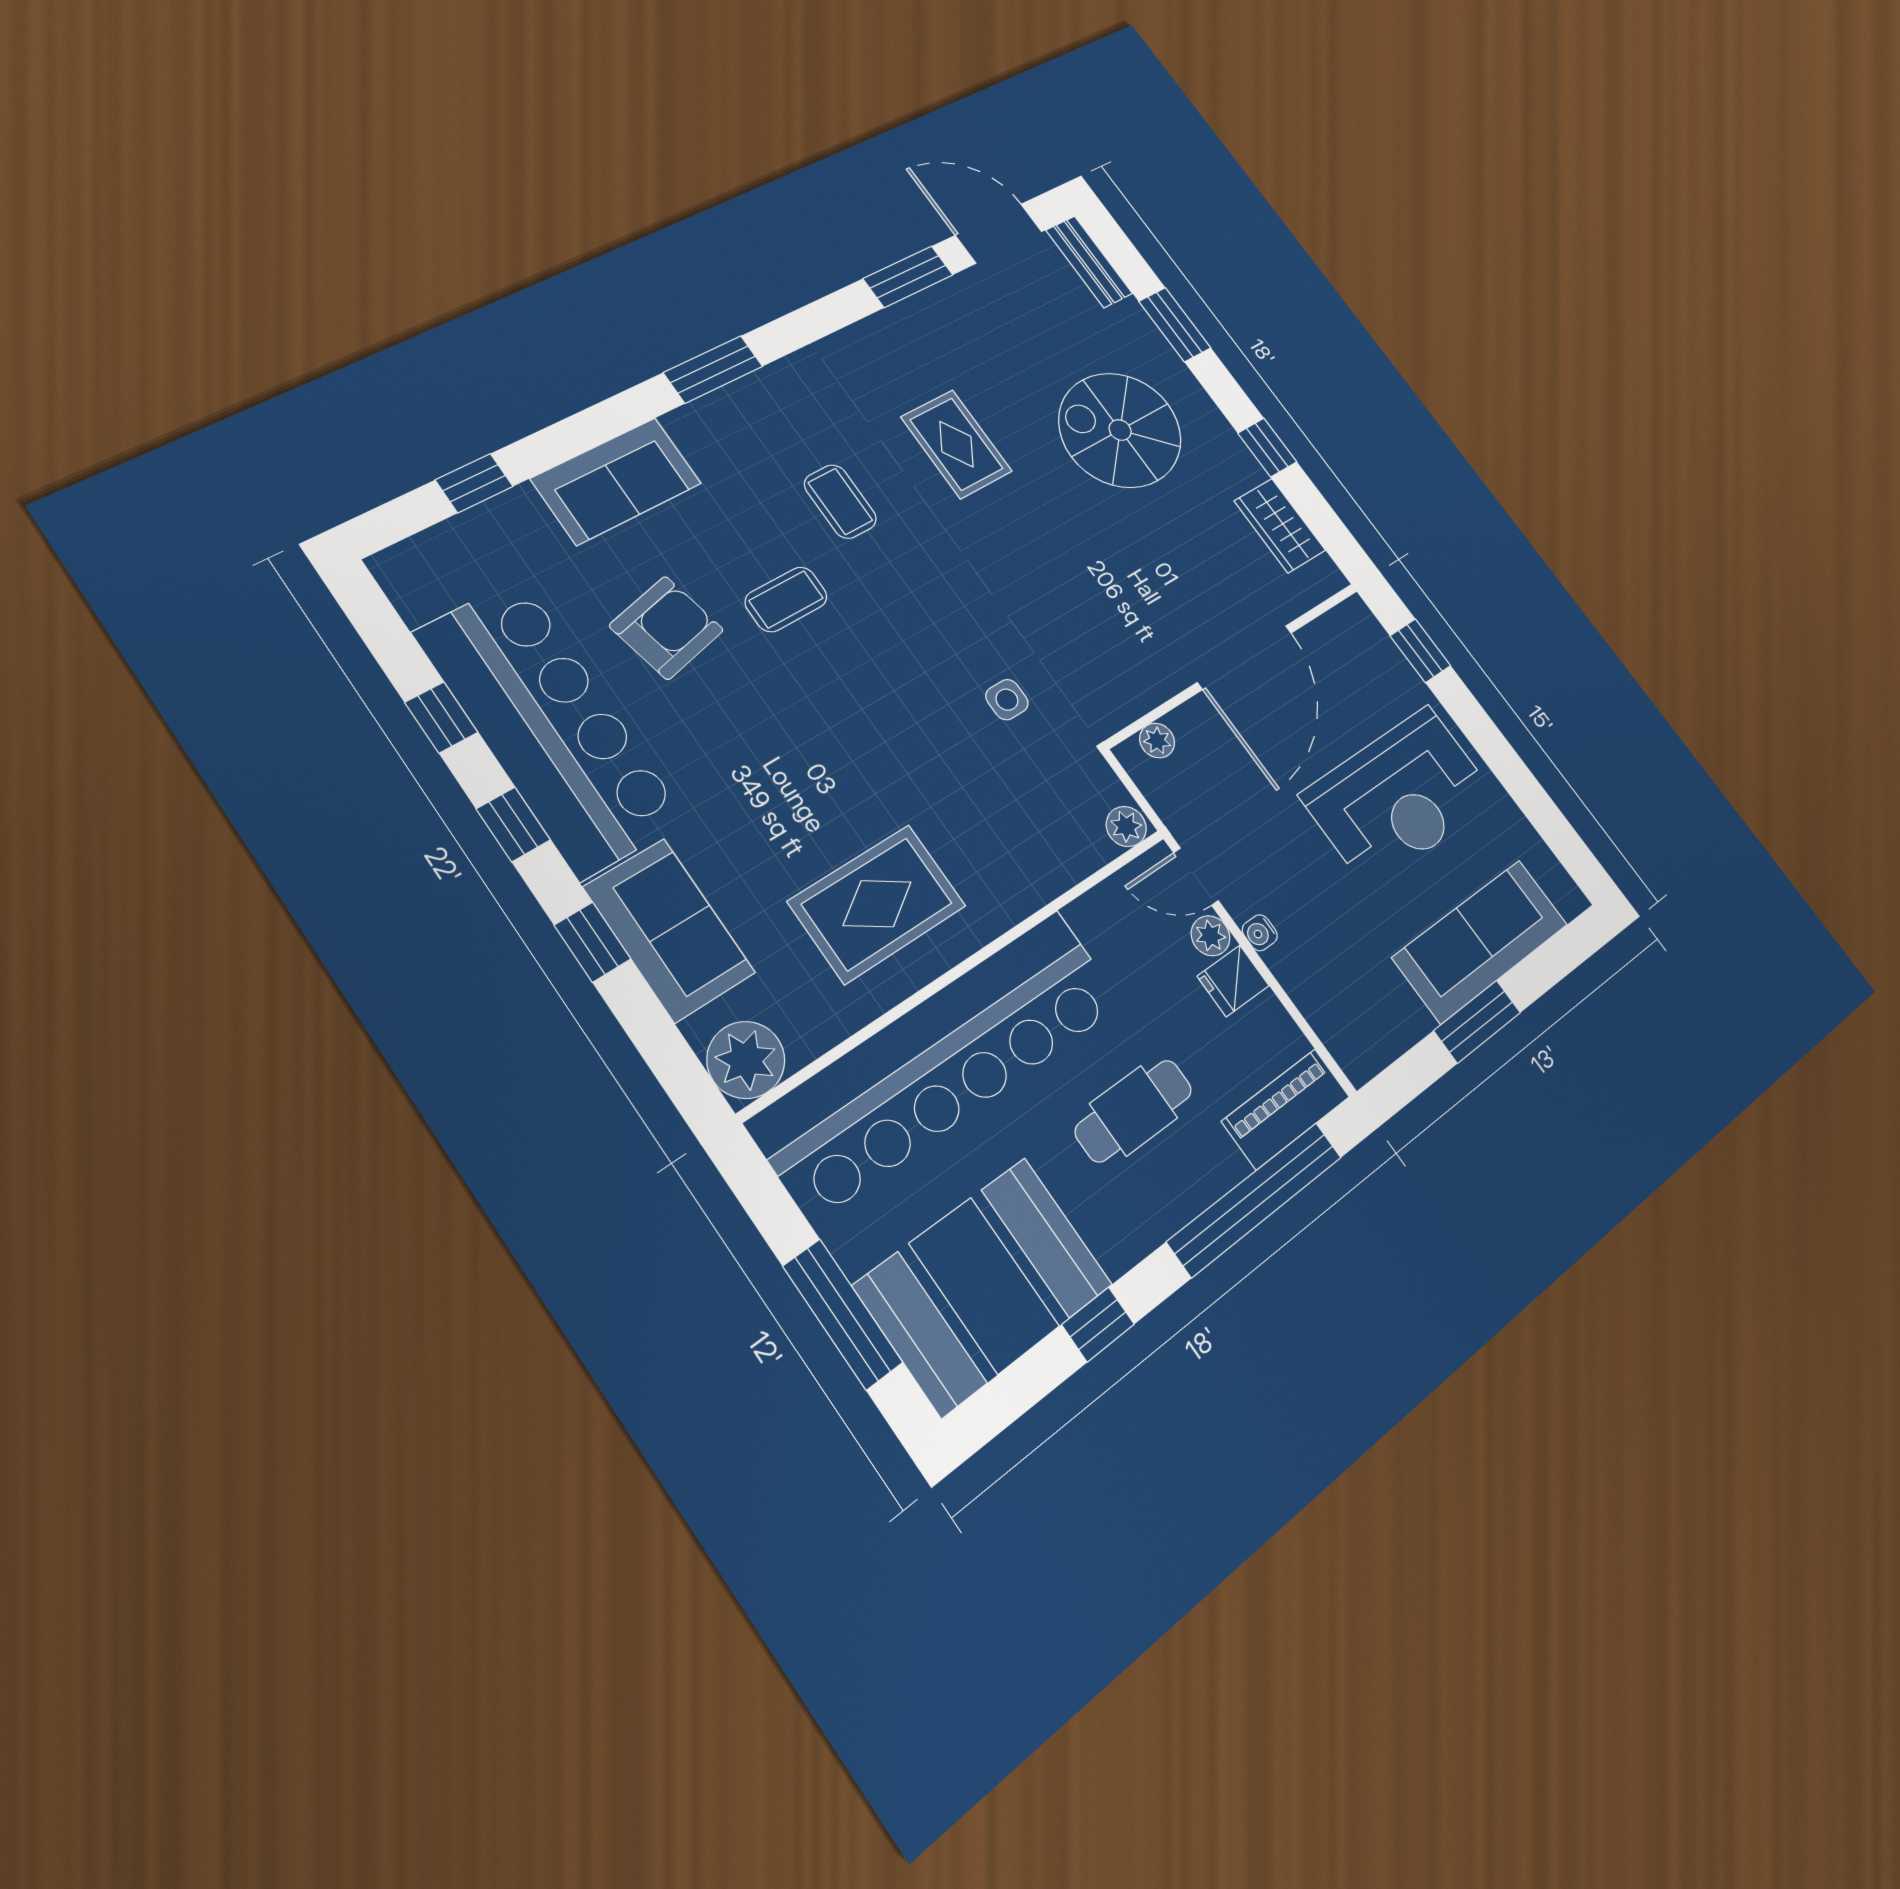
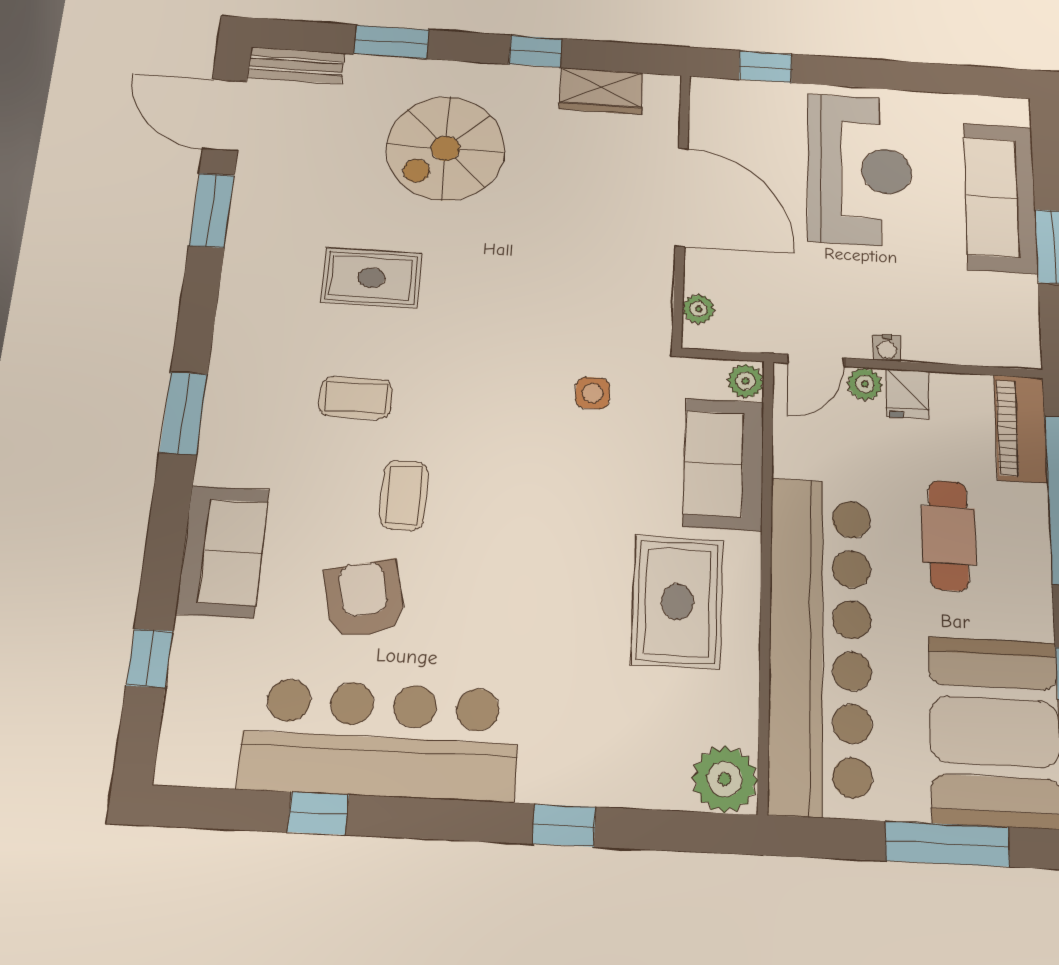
door: (999, 233) -> (225, 115), hinge flipped
window: (513, 824) -> (437, 819), removed
sofa: (669, 930) -> (724, 464), moved, turned -90

